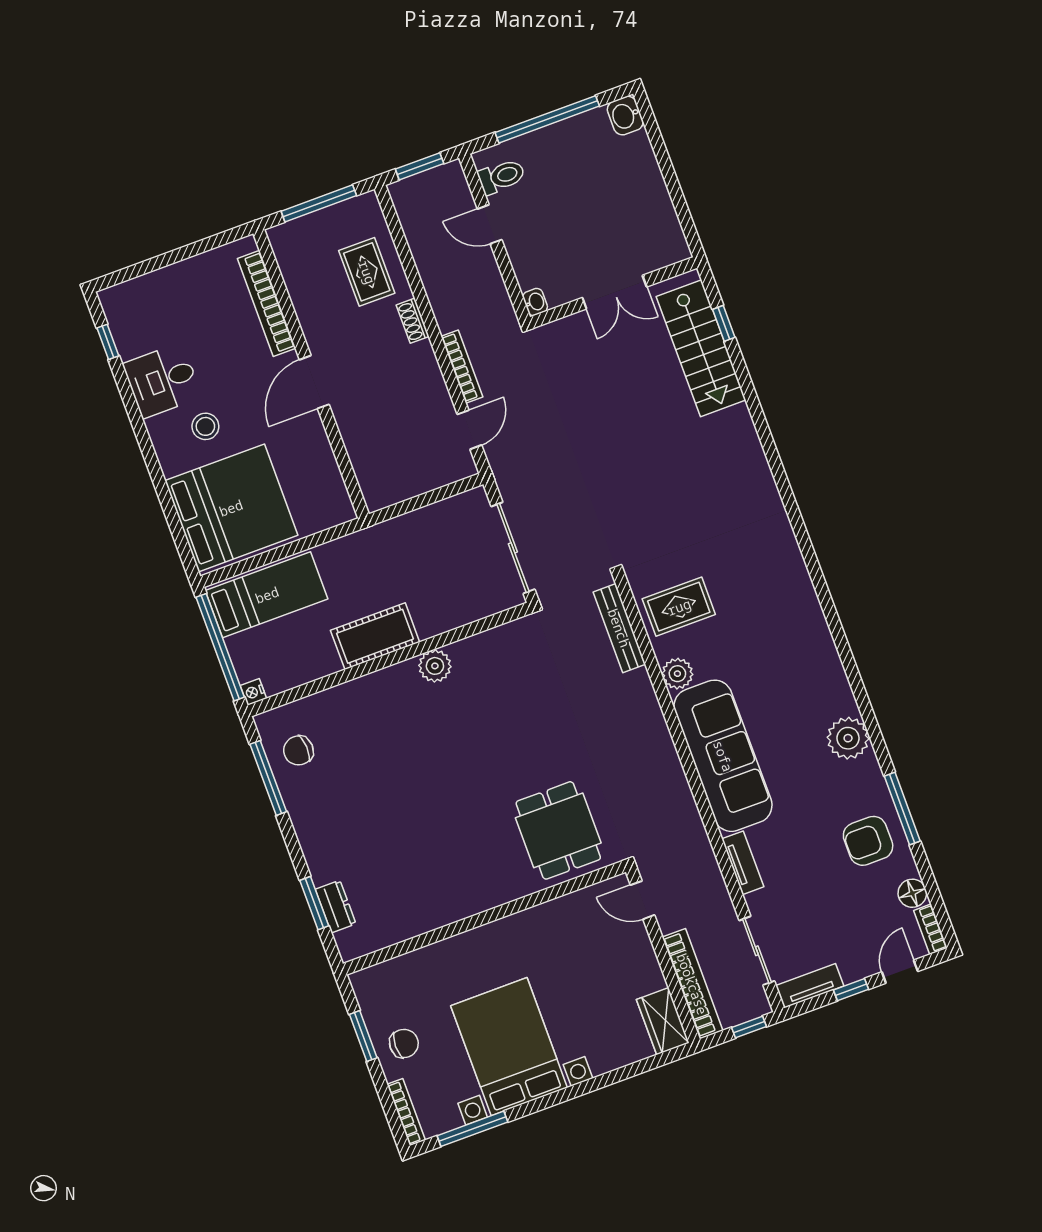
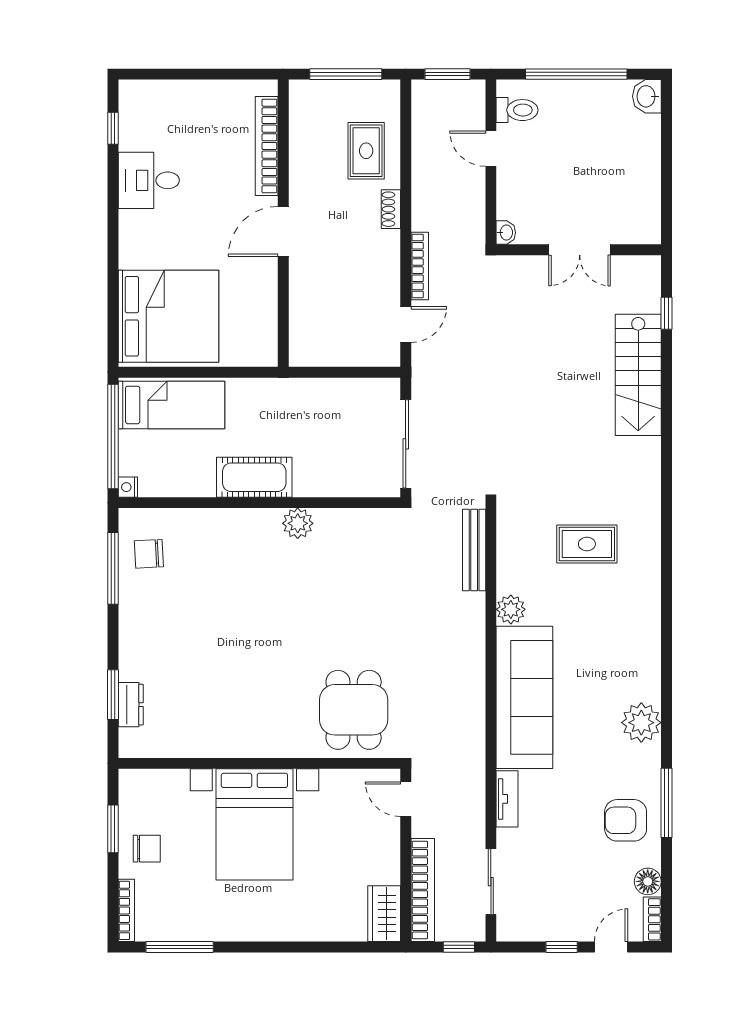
stairs: (701, 348) -> (638, 375), moved
stool: (205, 426) -> (172, 235), removed
rug: (679, 607) -> (587, 544), moved
tv unit: (810, 986) -> (526, 930), removed
bed with nightstands: (509, 1047) -> (254, 824), moved, turned 180

